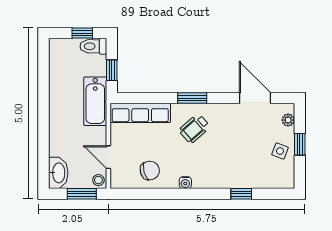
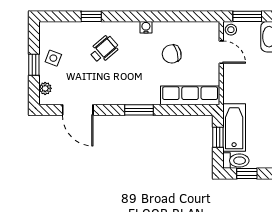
bathtub: (95, 101) -> (234, 128), moved
wheelchair: (195, 129) -> (104, 49), moved
chair: (150, 171) -> (172, 54), moved

